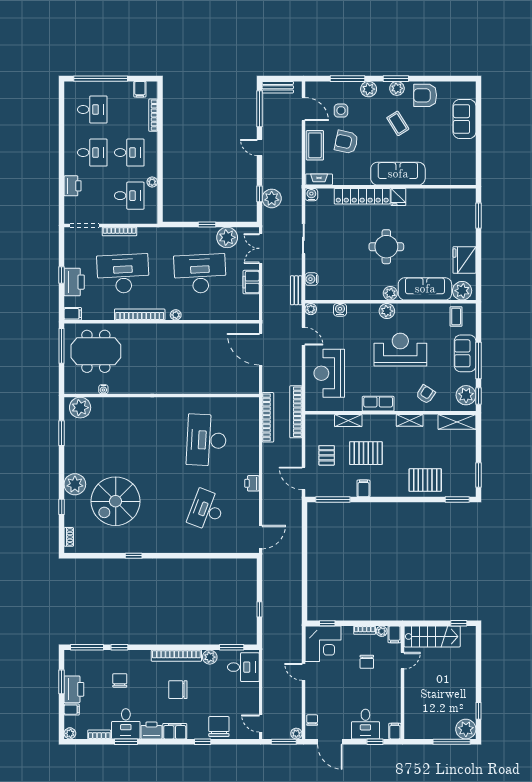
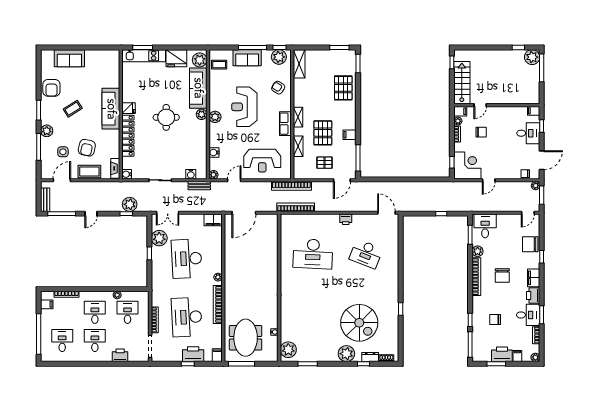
plant: (397, 88) -> (46, 109), removed
kitchen unit: (468, 217) -> (144, 56), added
filing cabinet: (251, 282) -> (213, 220), moved
shelving: (410, 420) -> (298, 117), moved
dresser: (70, 515) -> (370, 357), added
door: (402, 661) -> (480, 105), swing flipped

